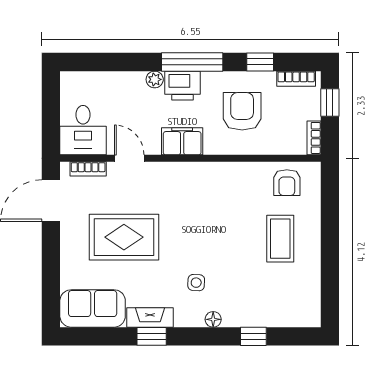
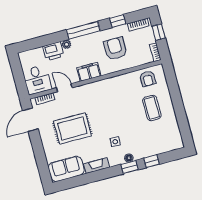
printer: (182, 86) -> (53, 51), moved
window: (152, 336) -> (130, 167), moved

